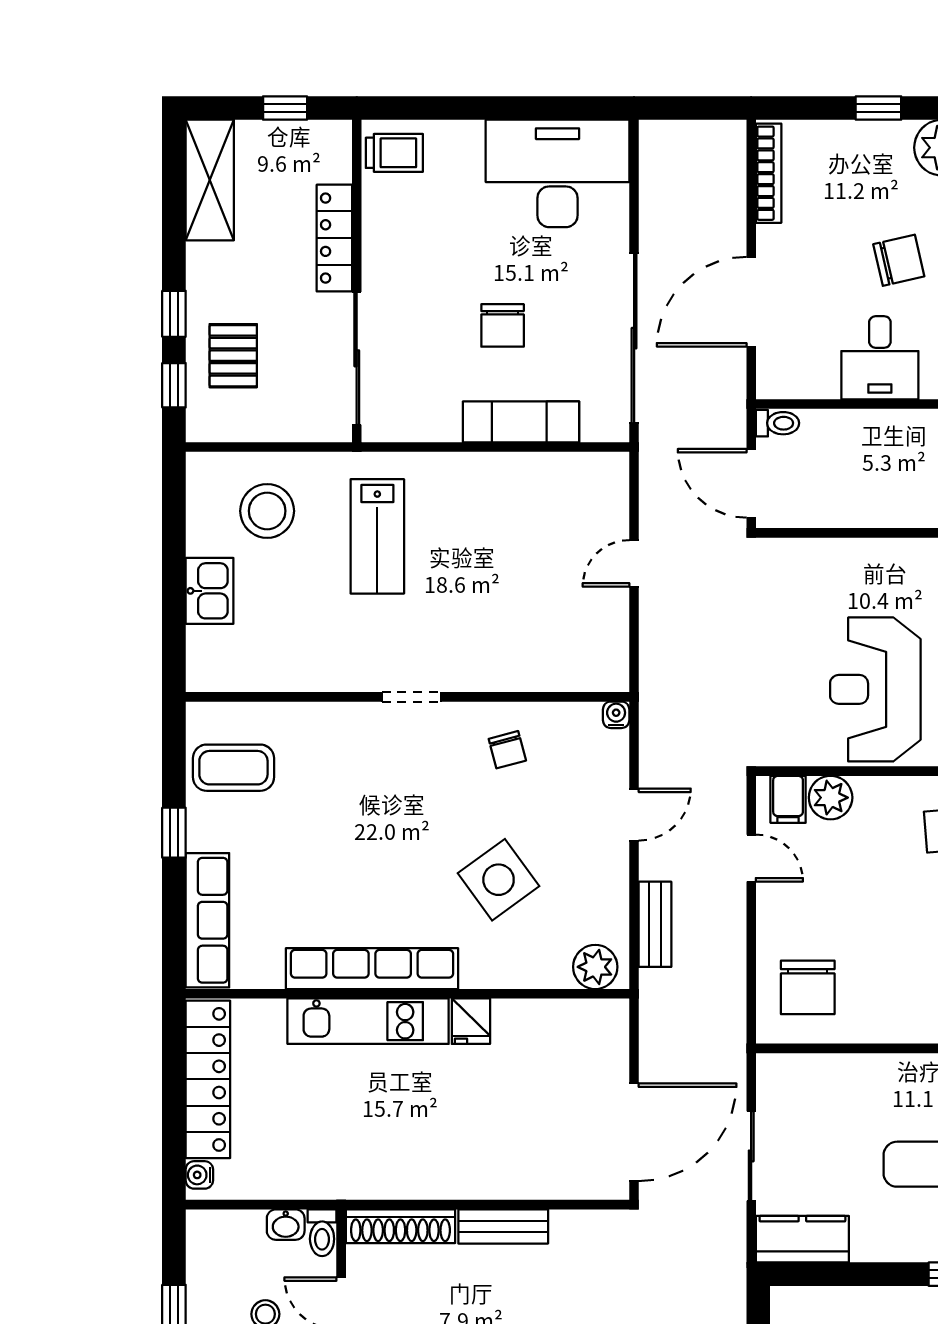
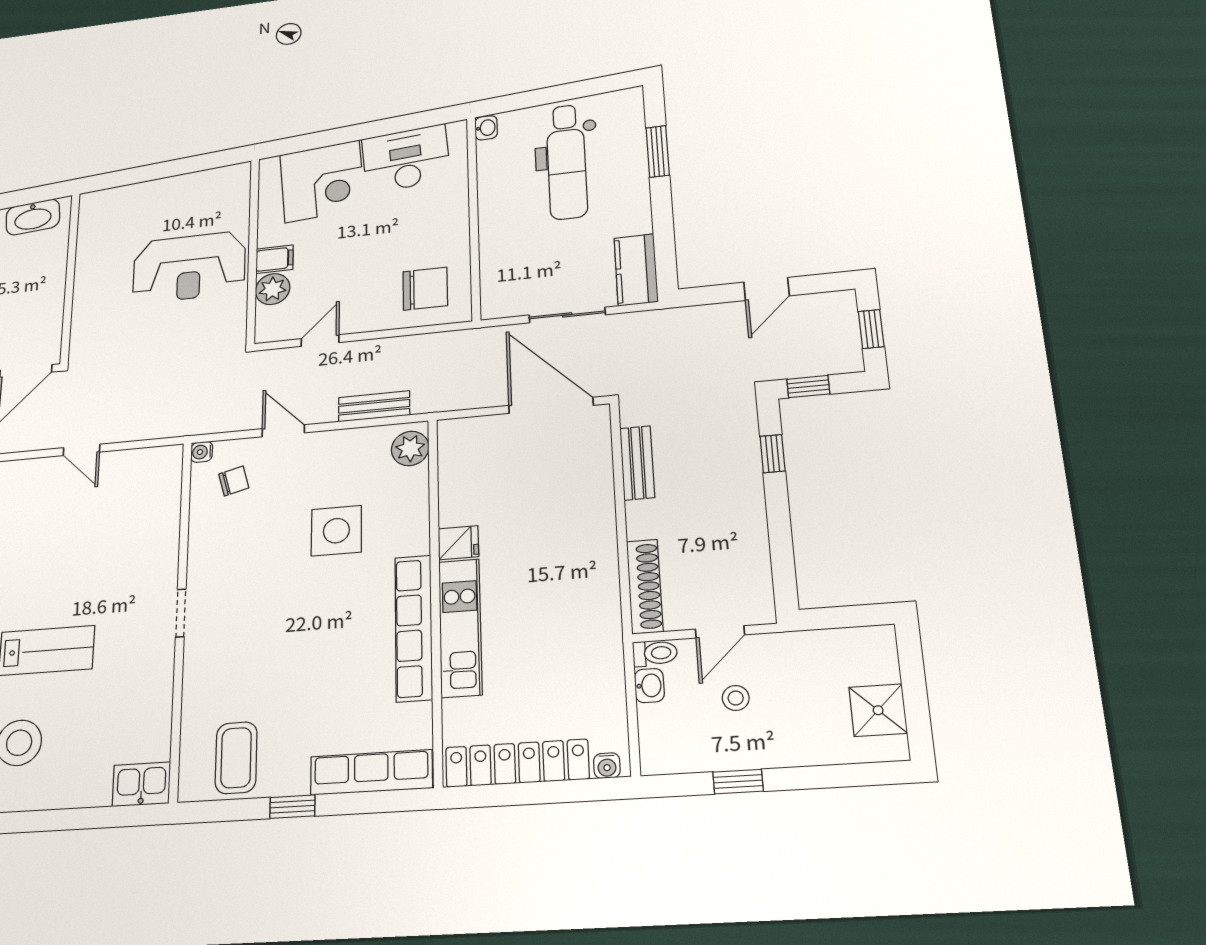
kitchen sink: (210, 591) -> (141, 784), moved
chair: (507, 750) -> (234, 481), moved
filing cabinet: (788, 799) -> (275, 259), moved
side table: (499, 880) -> (336, 531), turned 36
bench: (503, 1226) -> (637, 463), moved

